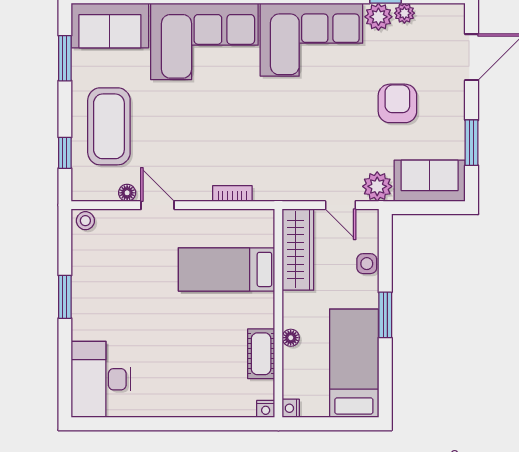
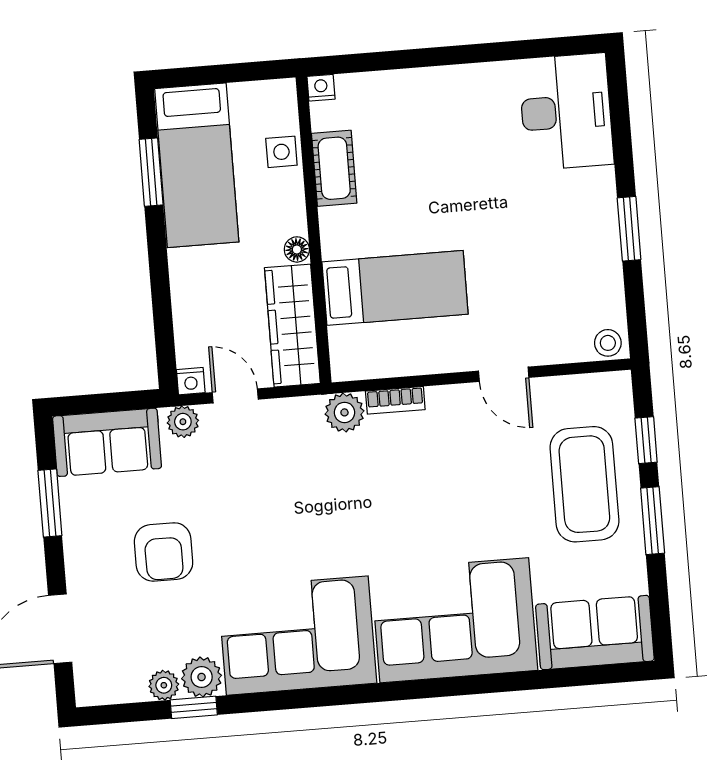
window: (65, 58) -> (653, 521), moved
plant: (377, 186) -> (183, 422), width x0.73, depth x0.73
plant: (267, 188) -> (344, 412), added
floor lamp: (127, 193) -> (550, 389), removed
side table: (367, 264) -> (281, 152), moved
window: (385, 315) -> (151, 172), moved
floor lamp: (291, 338) -> (297, 249), moved
nightstand: (291, 408) -> (191, 381), moved, turned 90

